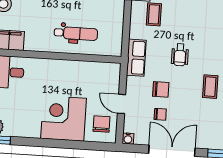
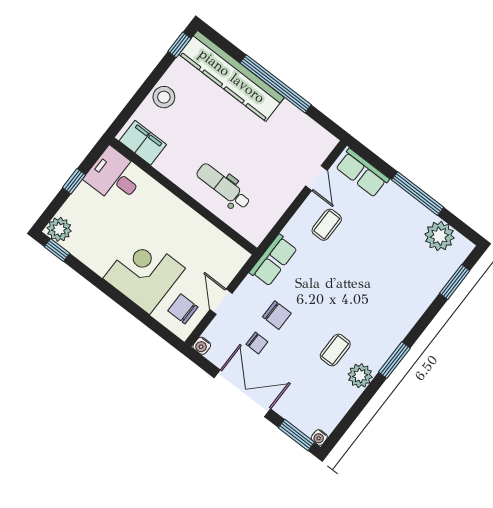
dental chair: (76, 33) -> (223, 186), turned 180
wheelchair: (180, 55) -> (325, 291), removed
chair: (101, 124) -> (183, 309), turned -90

